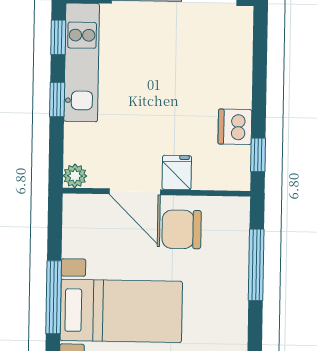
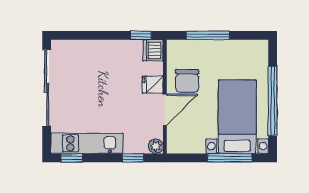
window: (57, 99) -> (133, 158), moved
dishwasher: (235, 127) -> (153, 50), moved, turned 90

